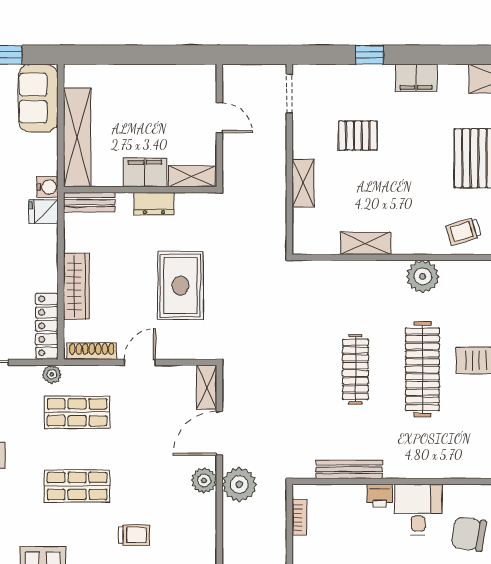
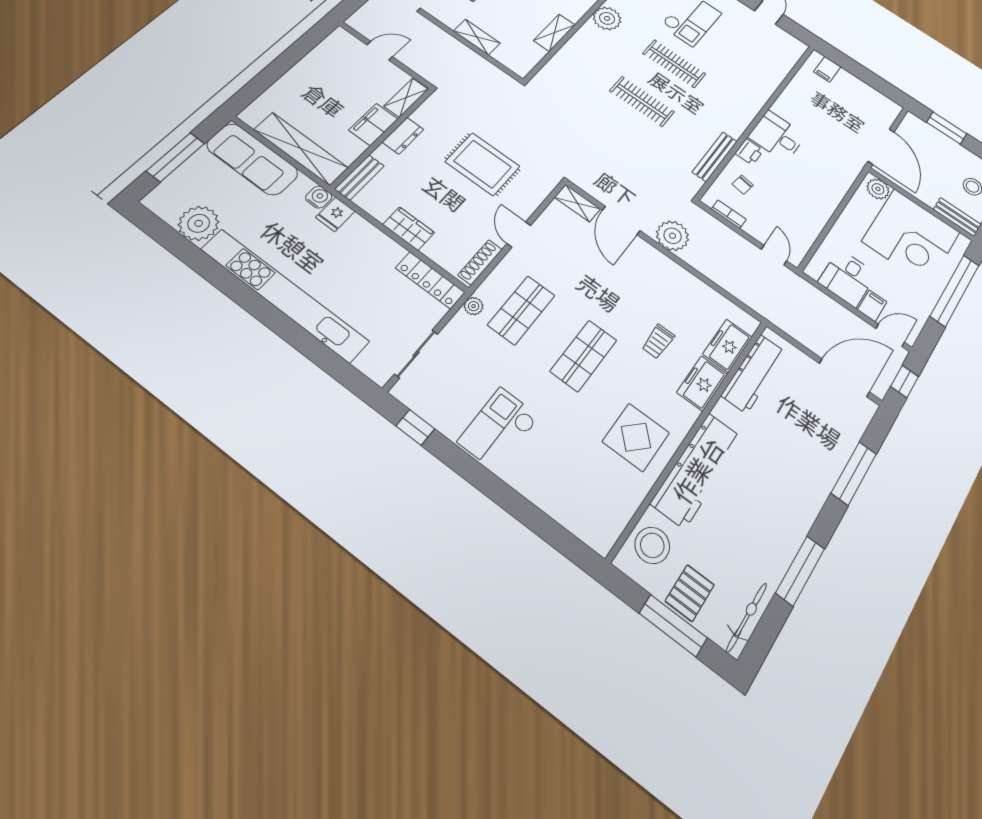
sofa: (38, 98) -> (252, 159), width x1.36
wardrobe: (76, 286) -> (409, 229), width x0.67
clothes rail: (422, 369) -> (674, 64), width x0.73, depth x0.76
plant: (204, 480) -> (651, 258), removed
chair: (469, 534) -> (743, 185), moved, width x0.54, depth x0.54
trolley: (134, 535) -> (658, 342), turned 180

